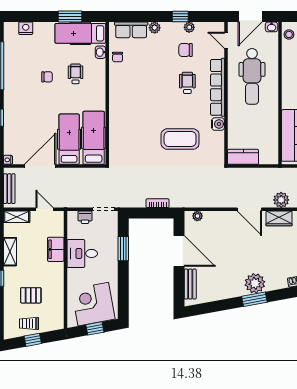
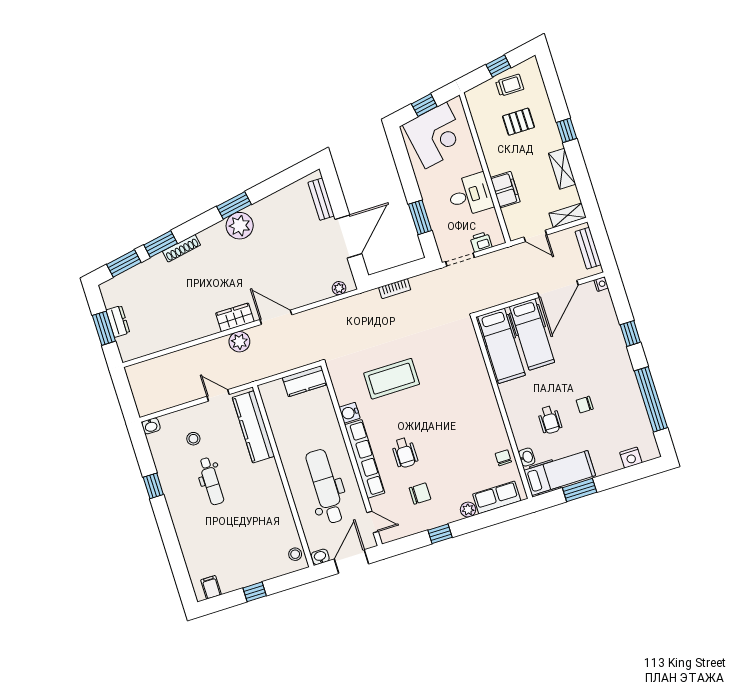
plant: (189, 27) -> (424, 524), removed
door: (179, 251) -> (348, 237), swing flipped

